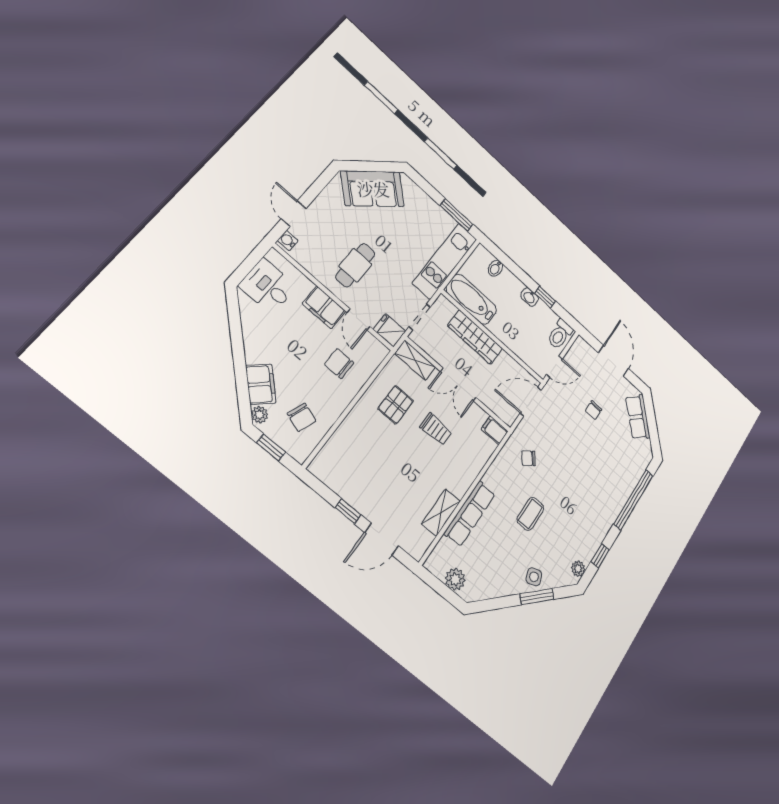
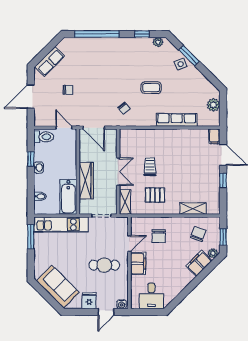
fridge: (390, 330) -> (89, 301), moved, turned 180
filing cabinet: (495, 430) -> (214, 136), moved
shelving: (441, 513) -> (193, 209), moved

